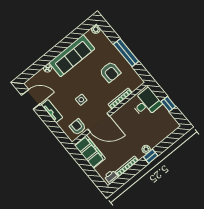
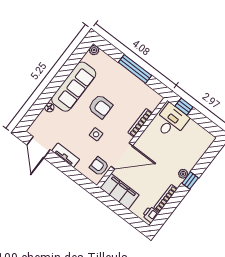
armchair: (110, 72) -> (100, 107), moved
door: (31, 99) -> (39, 147), swing flipped
window: (168, 104) -> (184, 107), moved

